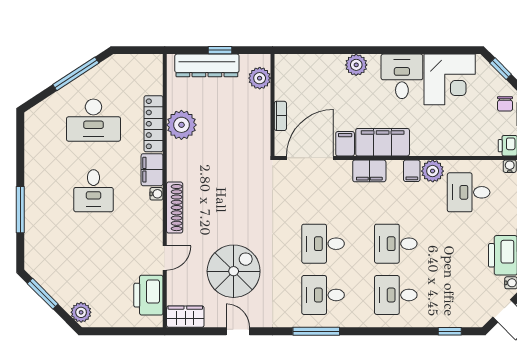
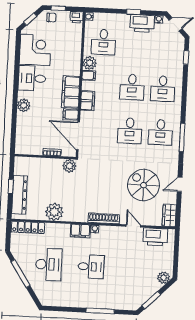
plant: (260, 78) -> (69, 166), moved
locker: (153, 124) -> (28, 227), moved

